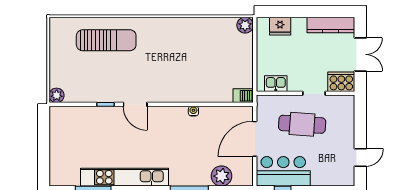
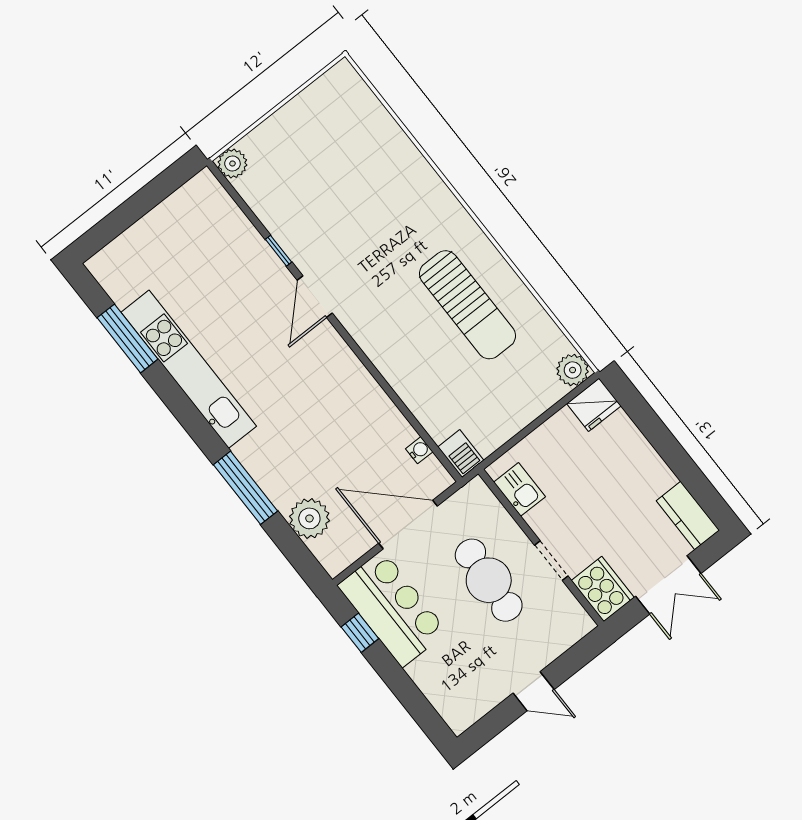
kitchen counter: (331, 25) -> (688, 515), width x0.67
fridge: (280, 26) -> (594, 405), moved, turned -90
sun lounger: (106, 40) -> (467, 305), moved
water cooler: (193, 111) -> (419, 450), moved
door: (360, 158) -> (534, 691), moved

